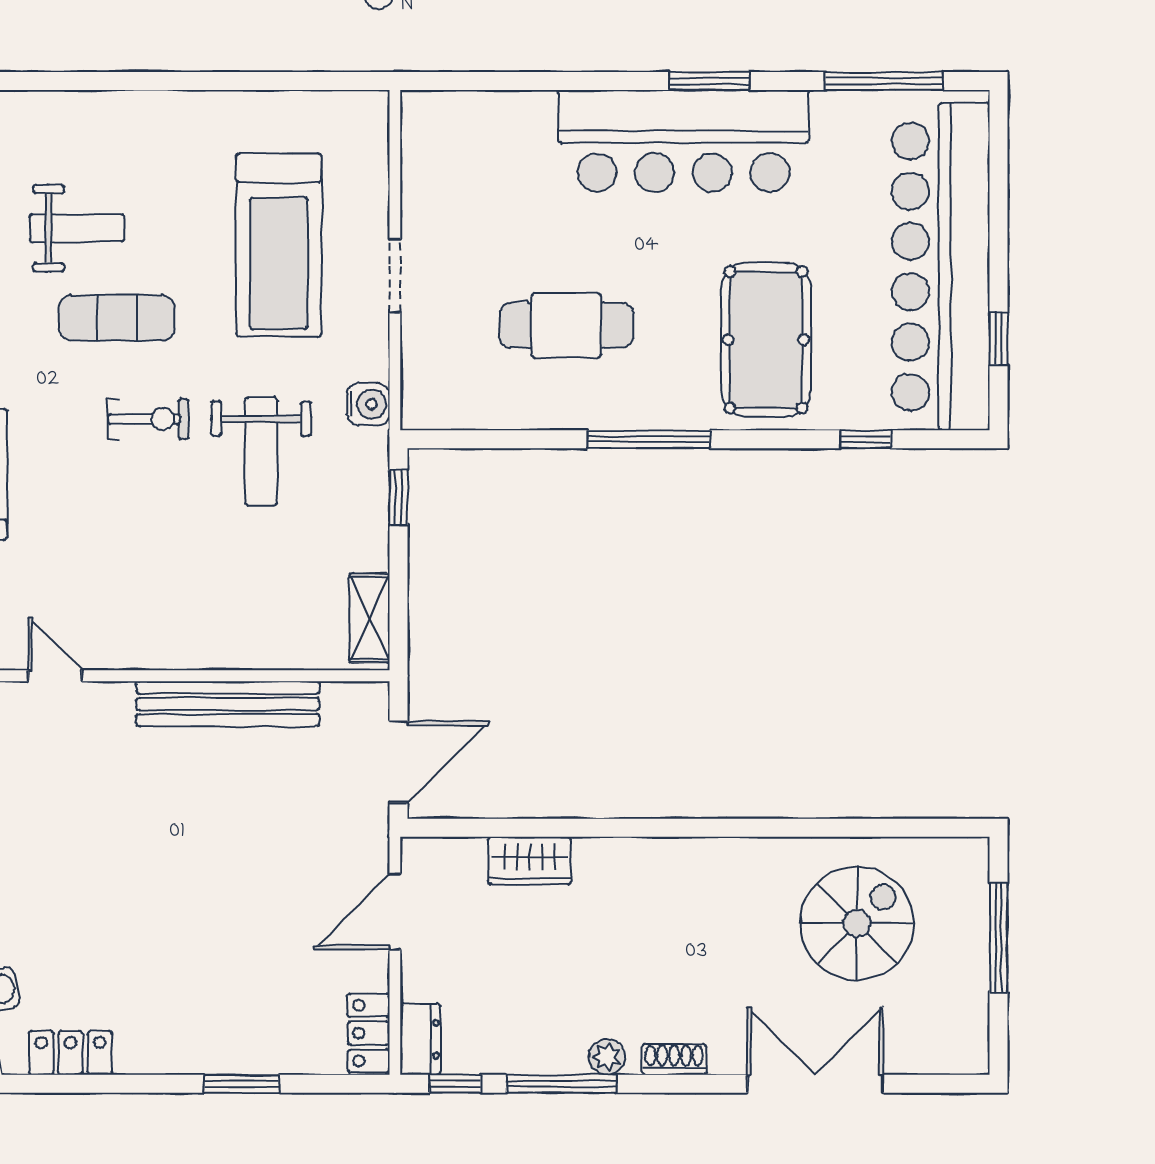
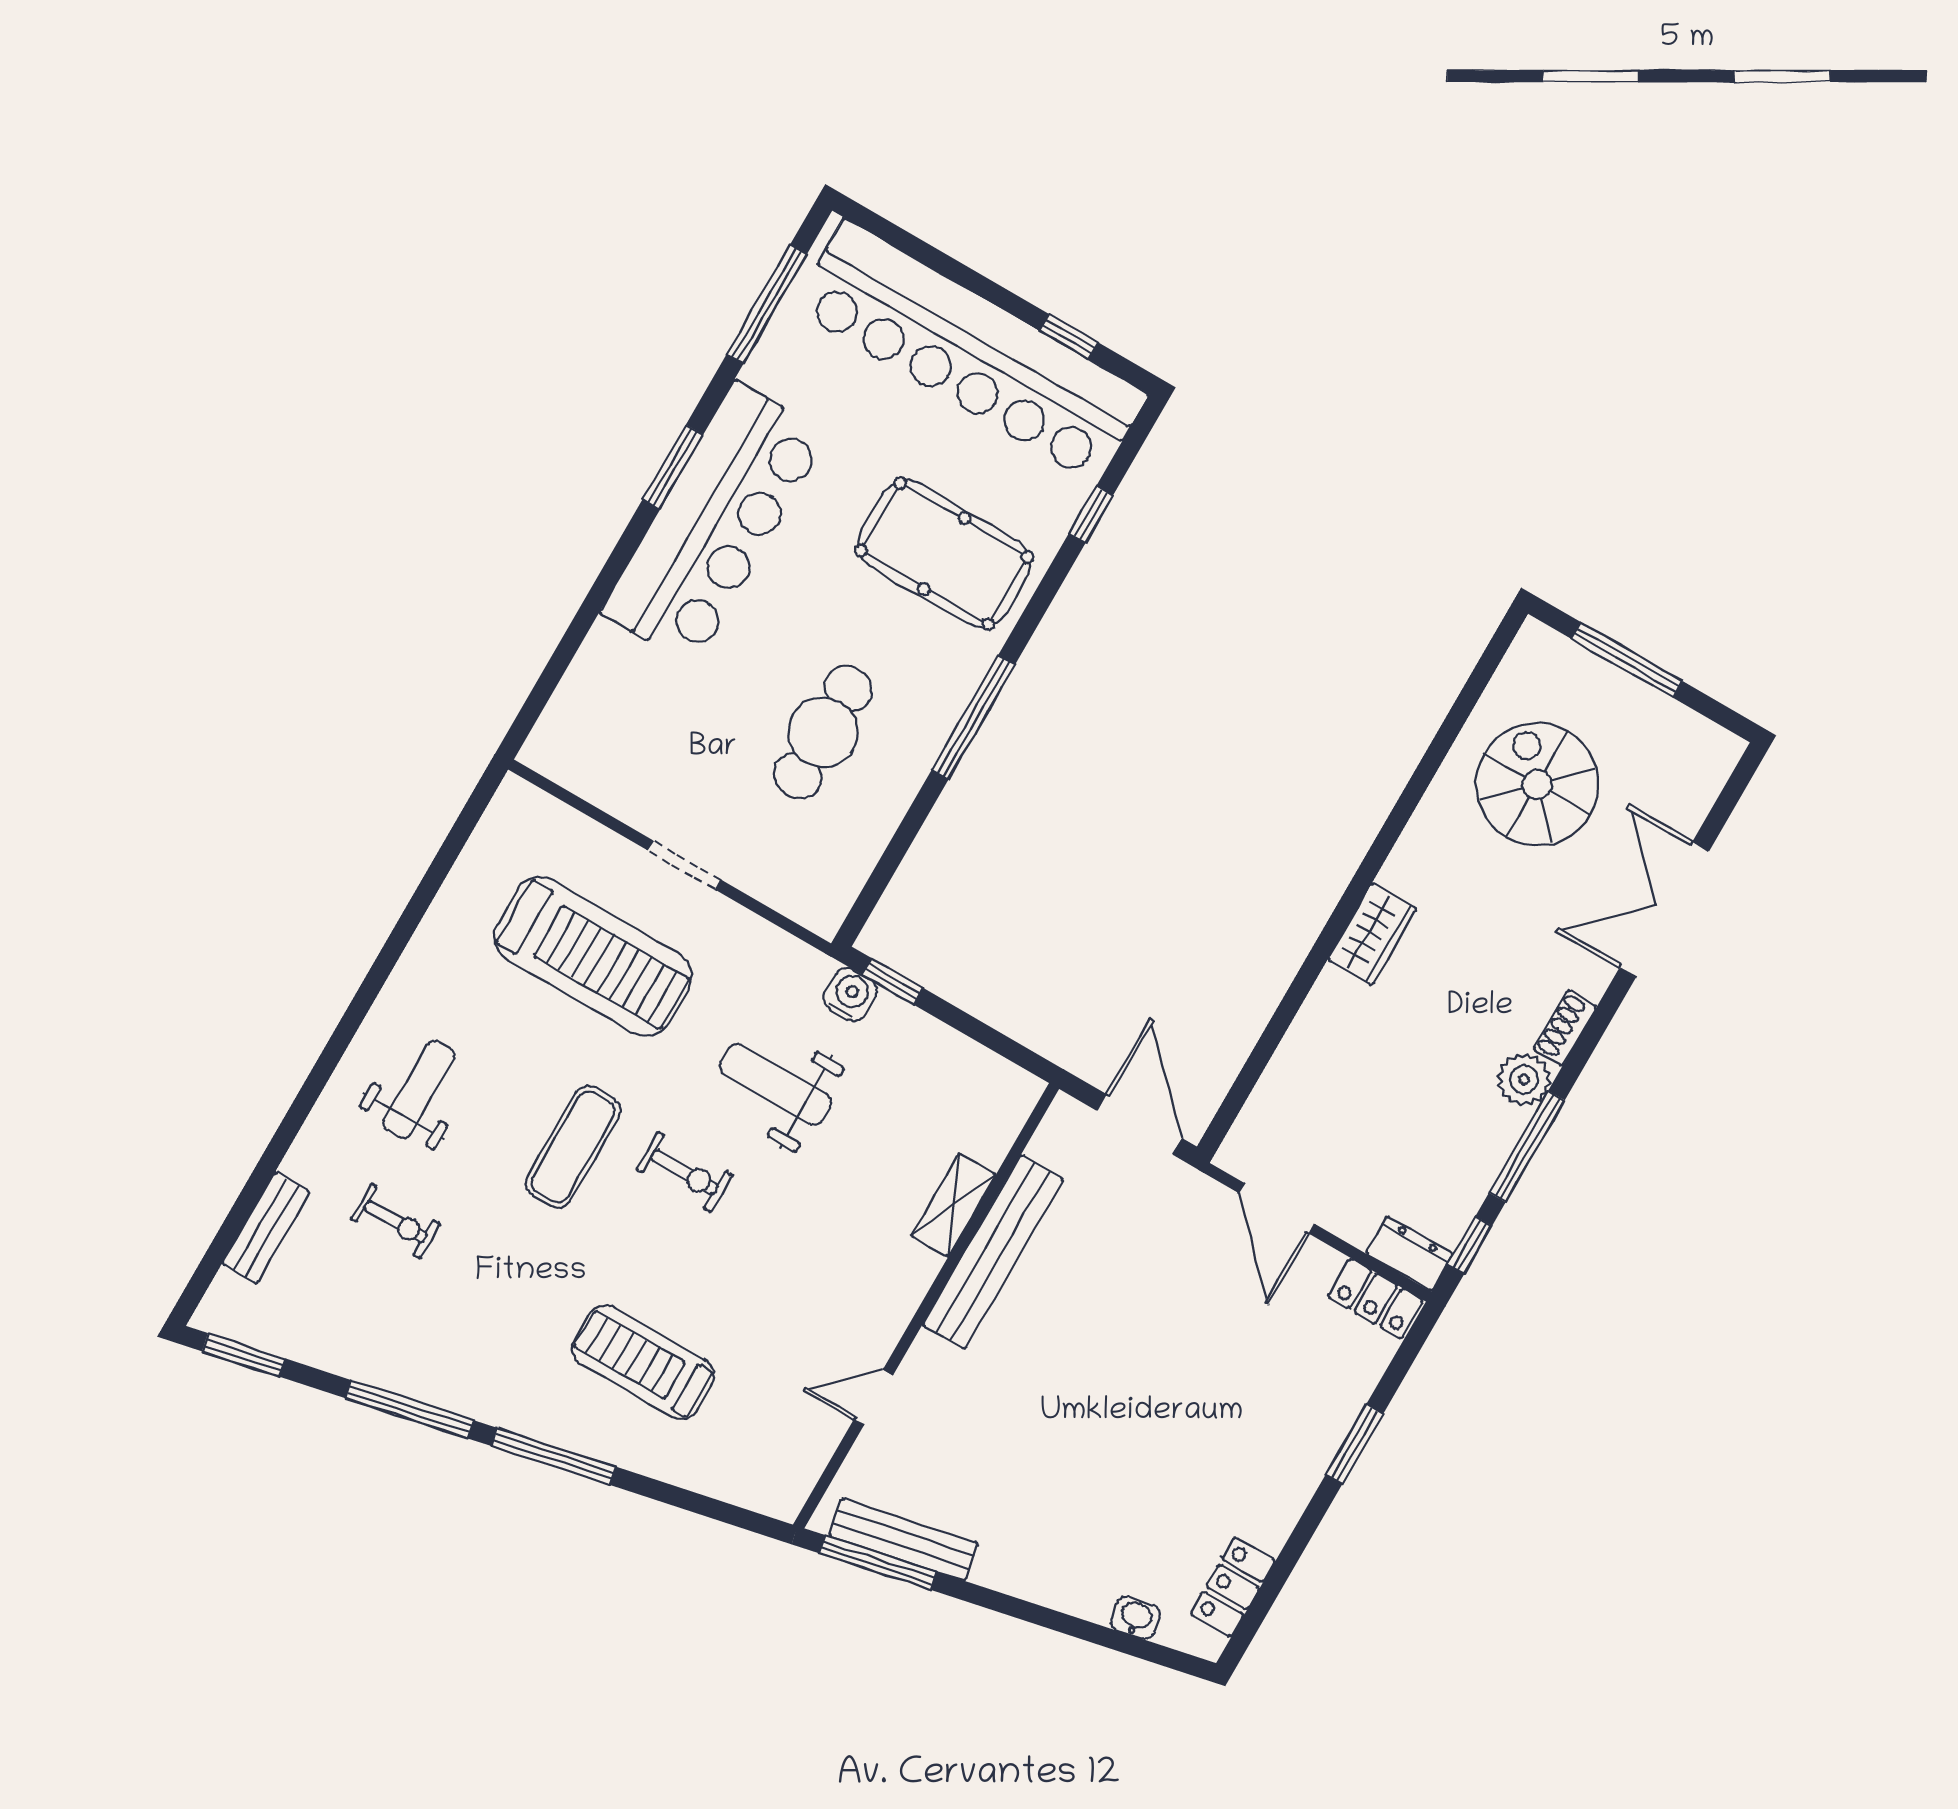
weight bench: (77, 228) -> (419, 1089), moved
water cooler: (368, 404) -> (850, 995), moved
exercise bike: (148, 419) -> (685, 1172), turned 90
weight bench: (261, 451) -> (776, 1084), turned 180
shelving: (370, 618) -> (953, 1205), moved, turned 90
wardrobe: (530, 861) -> (1372, 934), moved
plant: (607, 1057) -> (1524, 1079), width x1.38, depth x1.38

